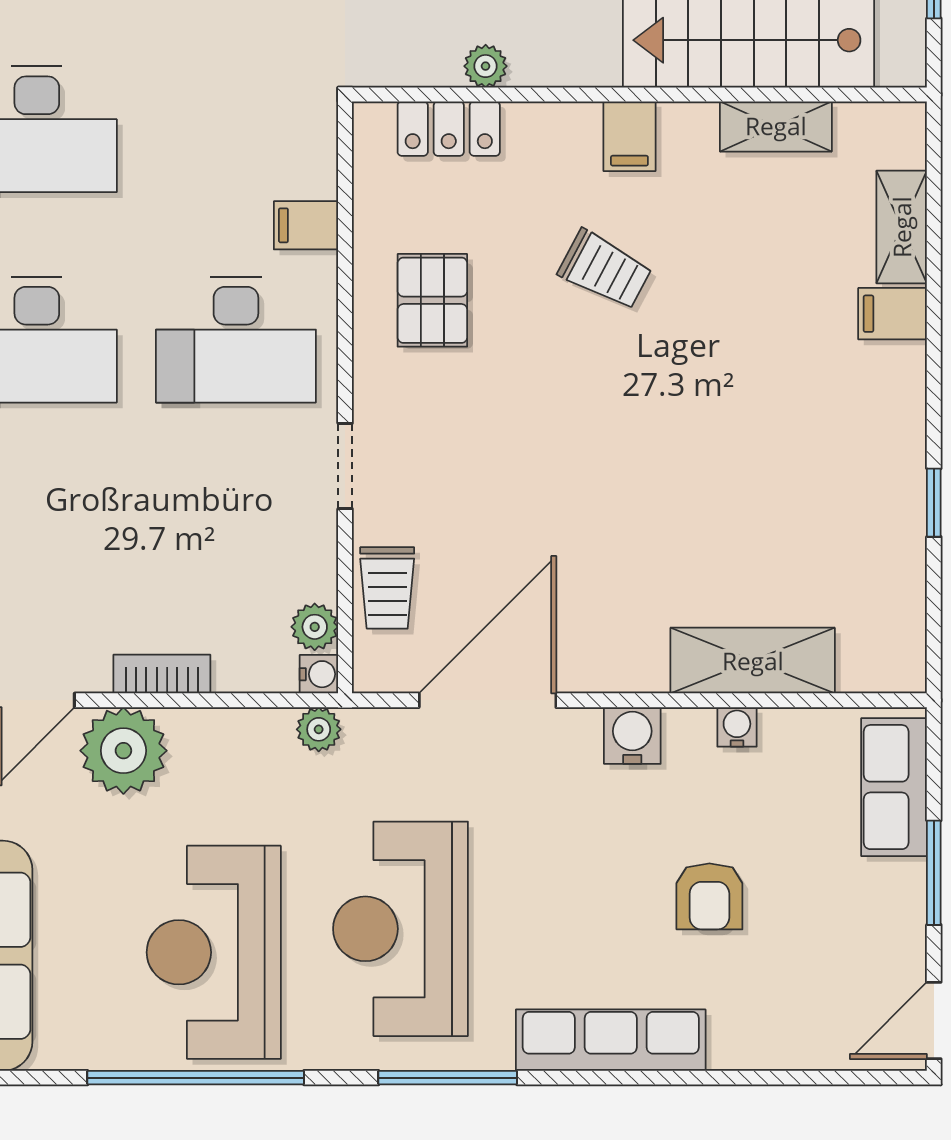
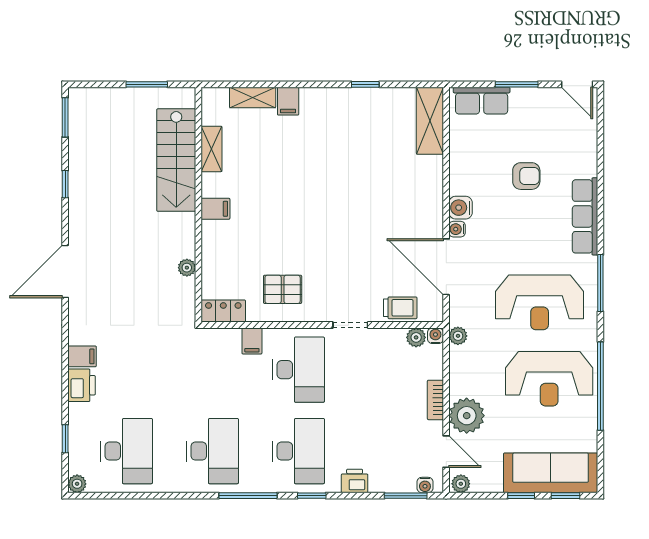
locker: (449, 129) -> (223, 311), moved, turned -90
trolley: (605, 270) -> (270, 219), removed
shelving: (753, 661) -> (430, 121), moved
water cooler: (737, 727) -> (457, 229), moved

